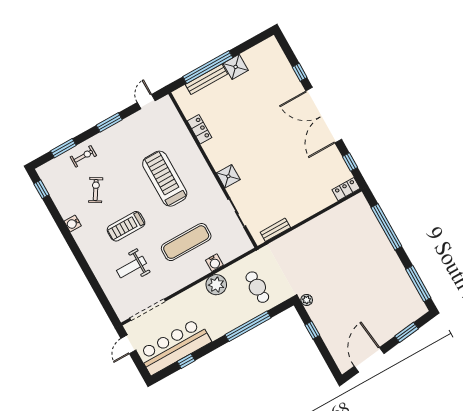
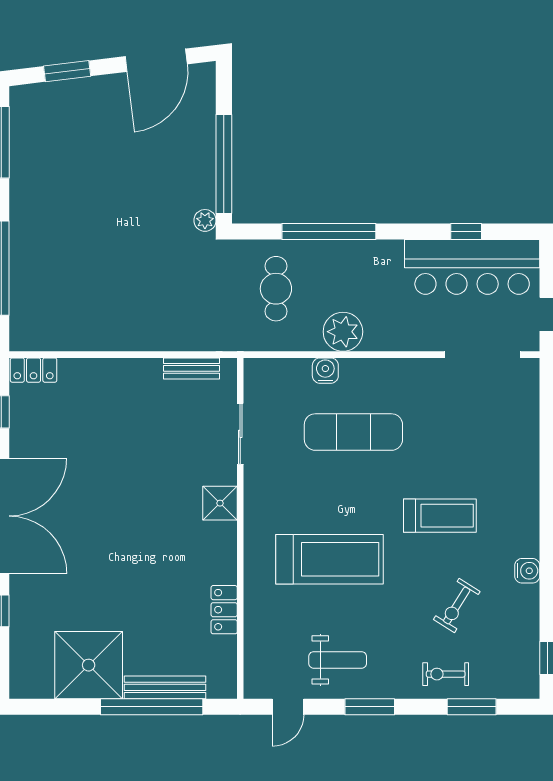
shower: (236, 67) -> (89, 665), width x1.86, depth x1.86
treadmill: (165, 179) -> (329, 559), turned -90
weight bench: (132, 267) -> (338, 660), moved
window: (312, 330) -> (224, 164), width x3.17

